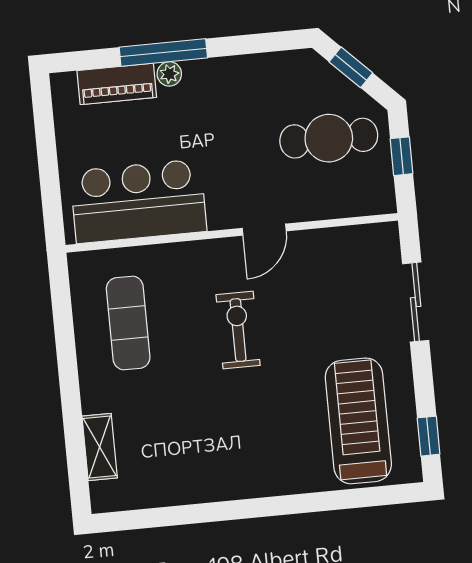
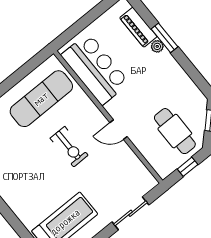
window: (163, 53) -> (164, 38), width x0.69
exercise mat: (128, 323) -> (41, 99), width x1.36, depth x1.45
exercise bike: (238, 330) -> (69, 147), turned 90

